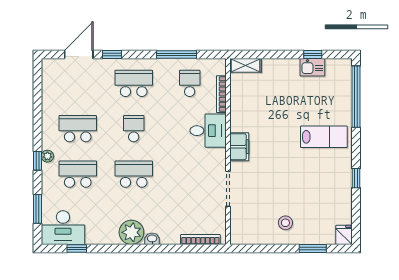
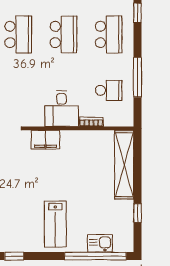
shelving: (245, 65) -> (124, 165), width x2.20, depth x1.33
kitchen sink: (312, 67) -> (100, 243), moved, turned 90
bookcase: (221, 94) -> (91, 122), width x0.64
school desk: (134, 129) -> (63, 34), width x1.85

